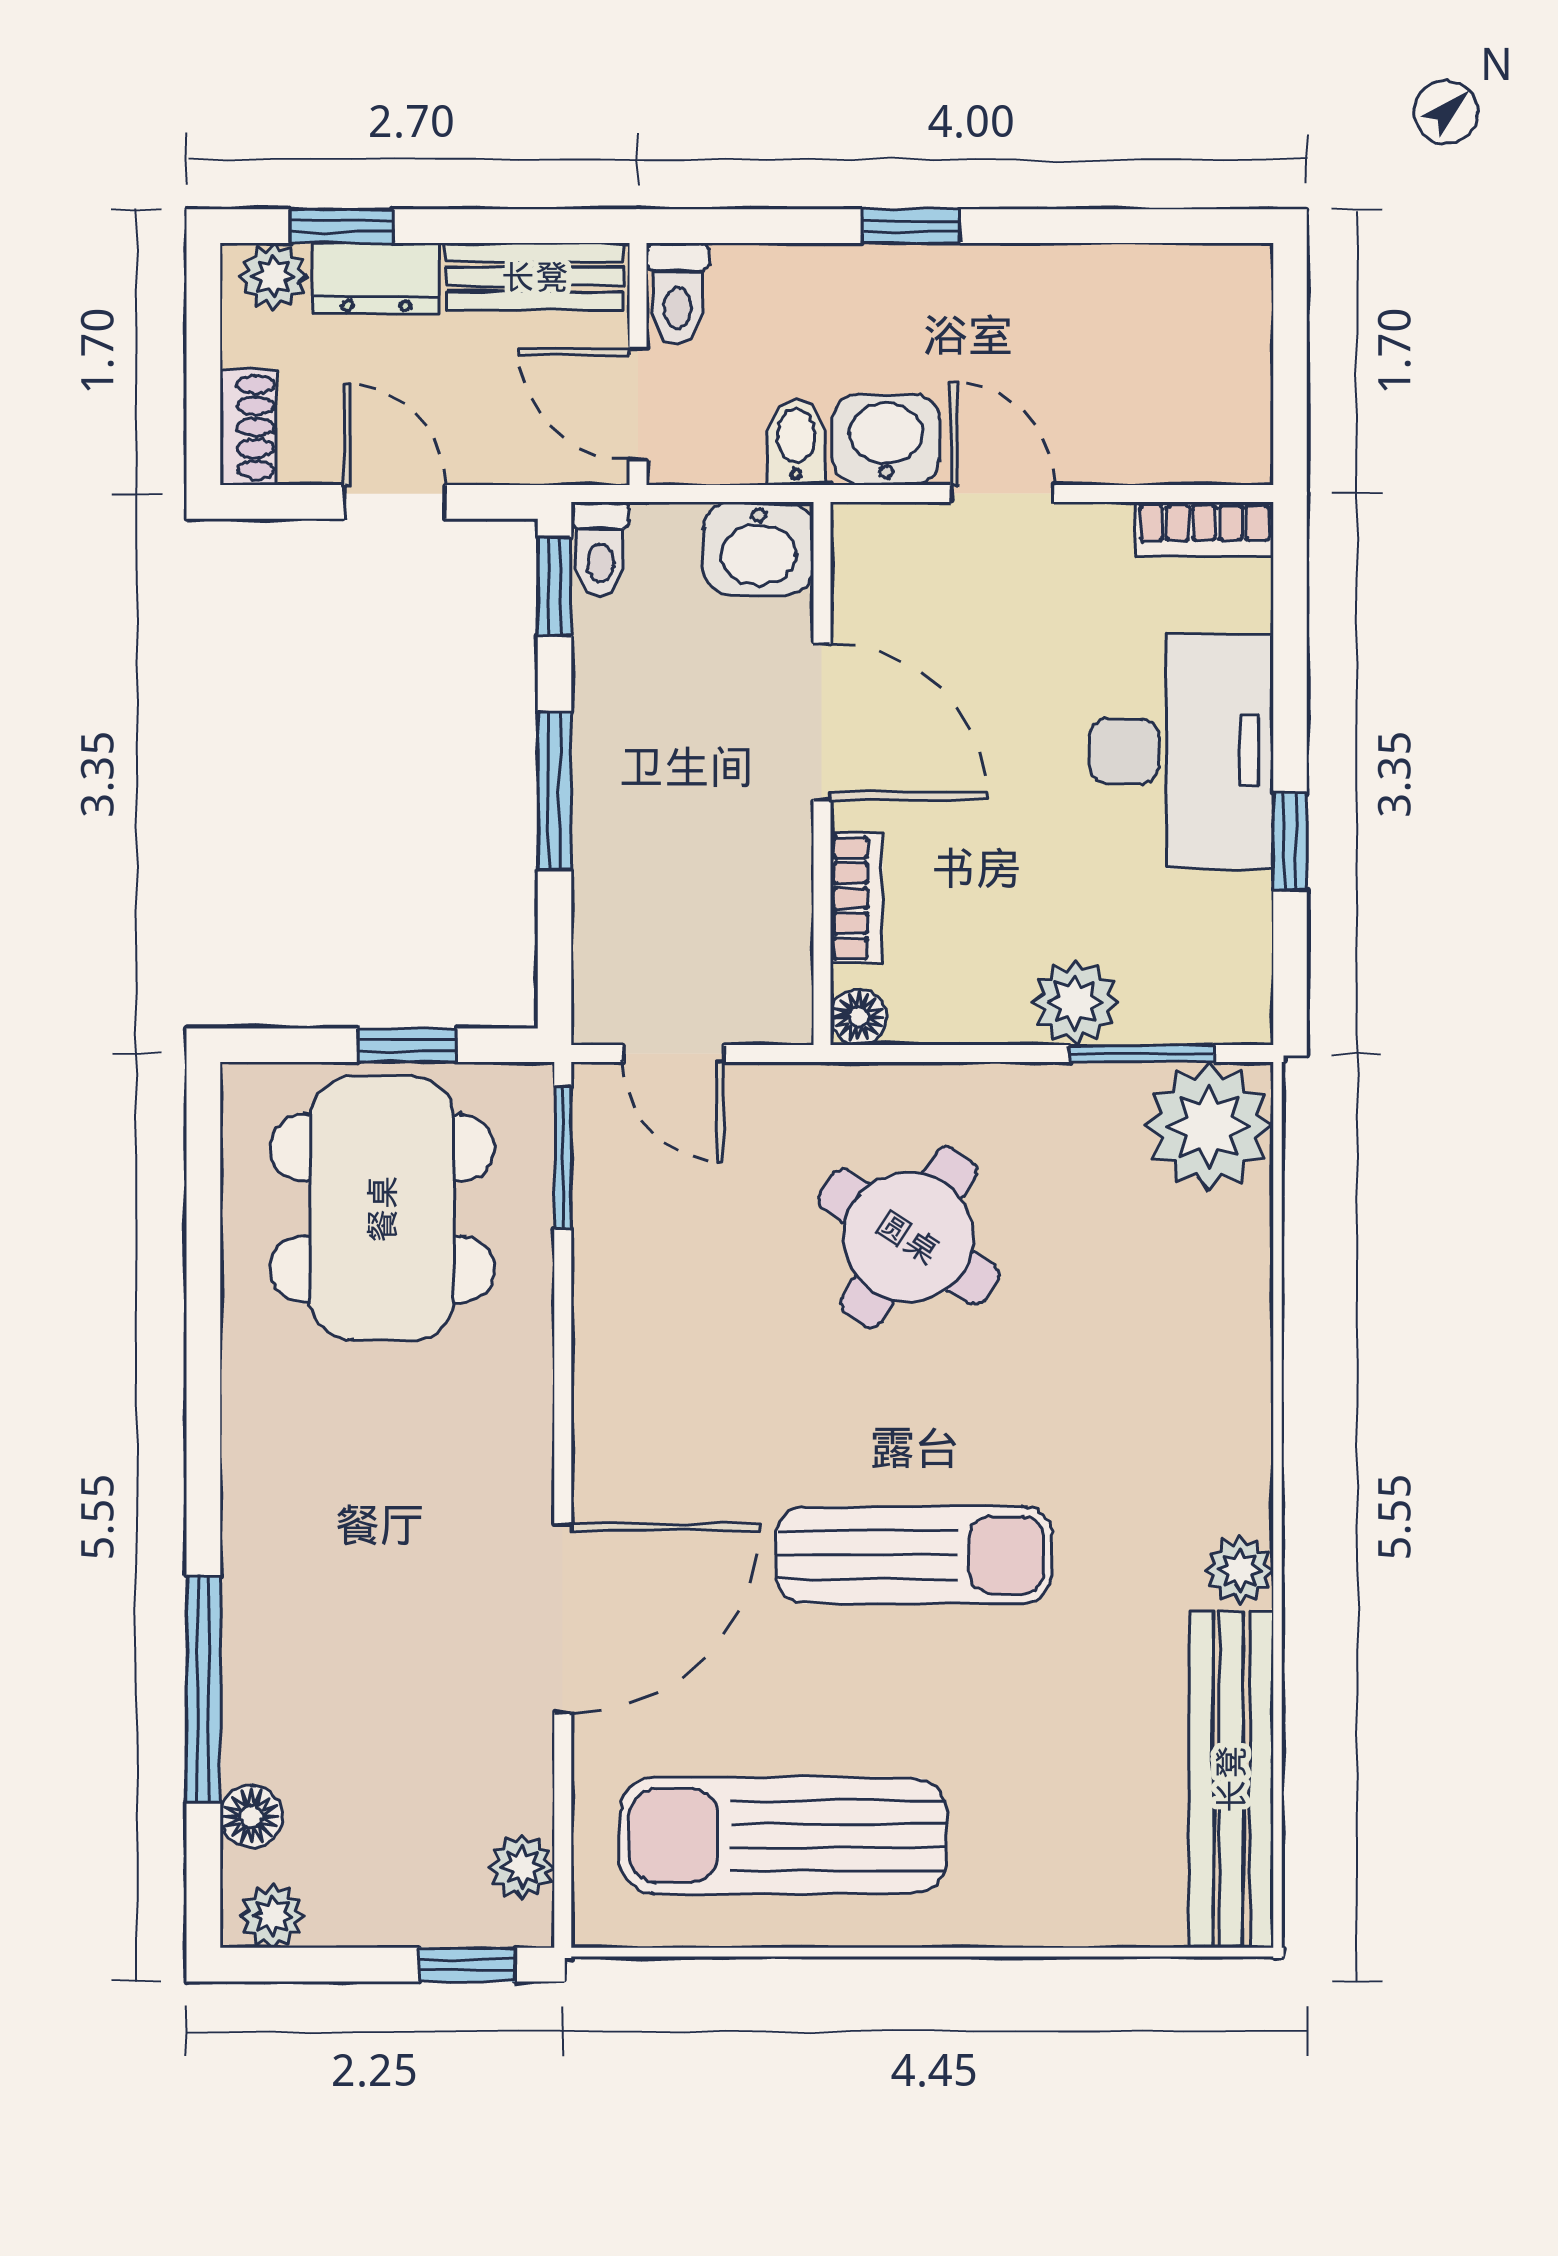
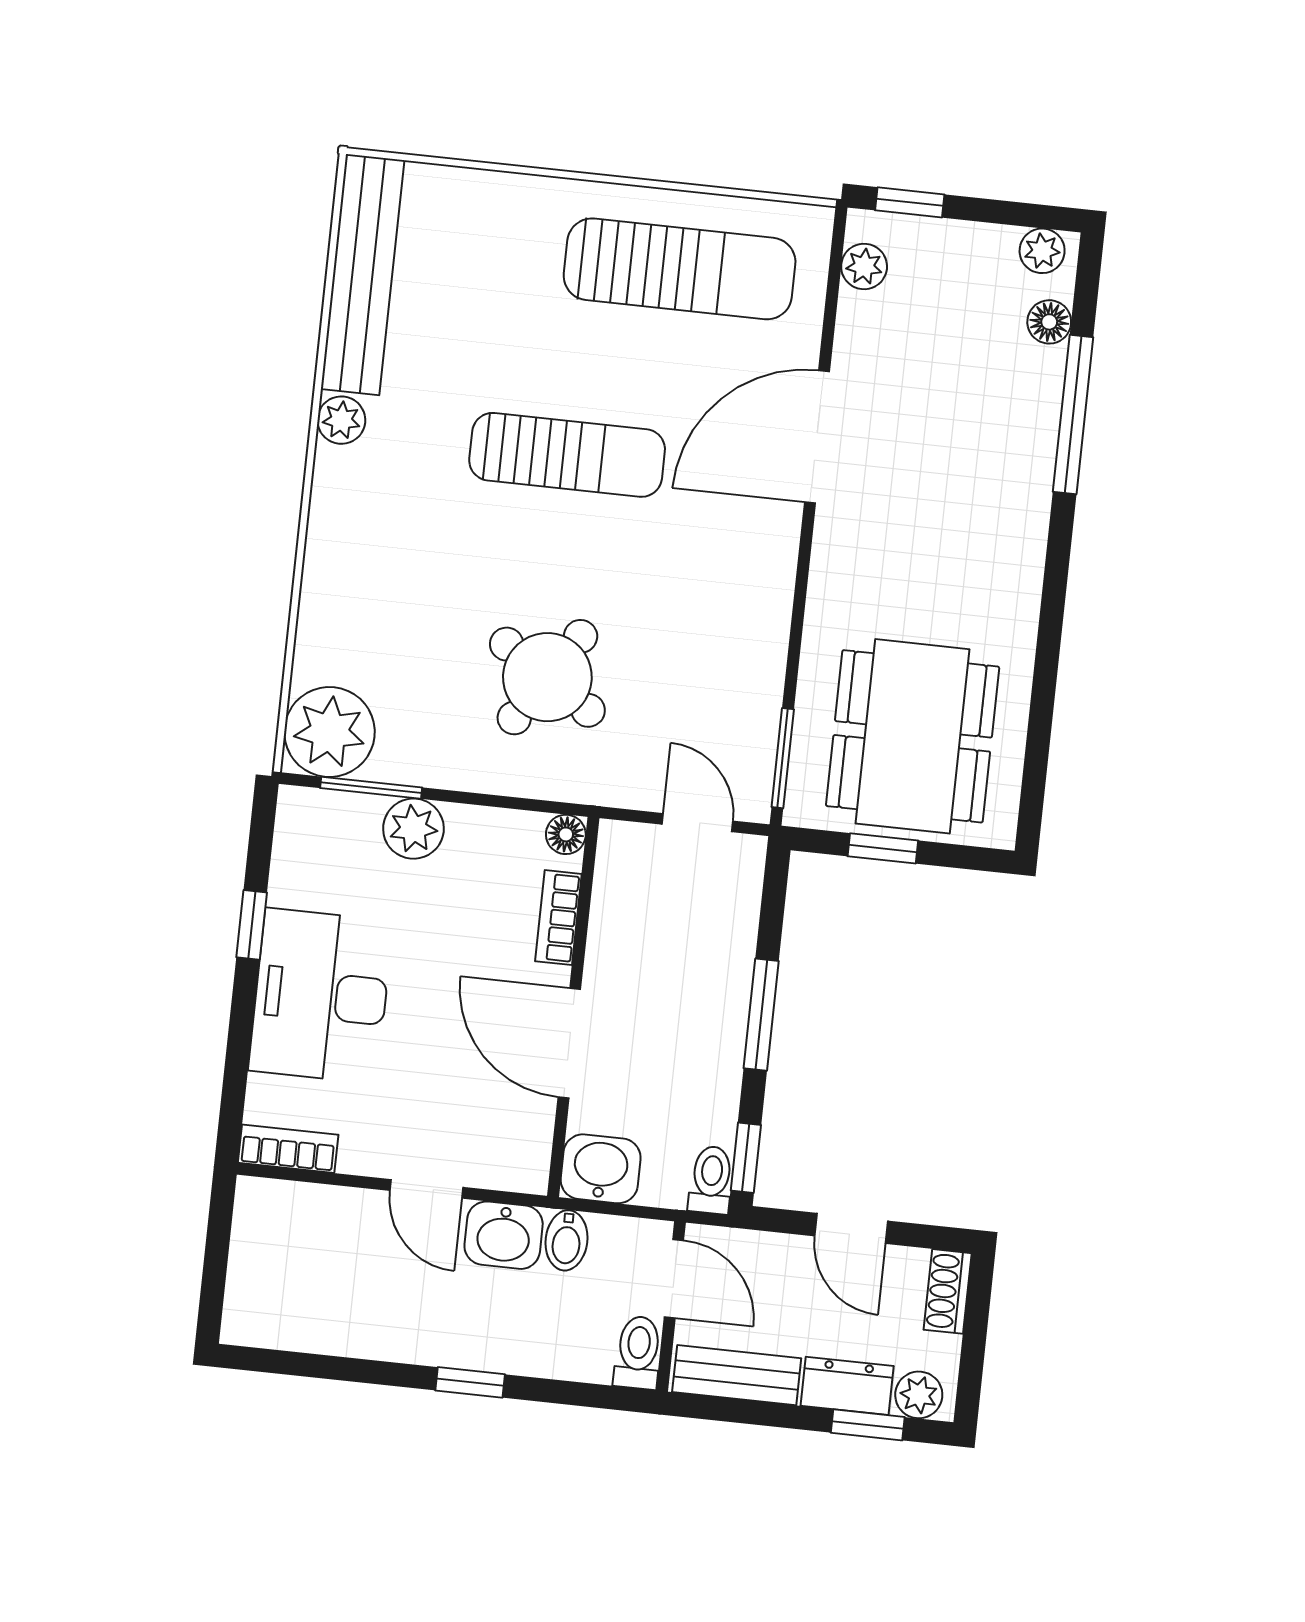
sun lounger: (914, 1555) -> (567, 455), turned 180

